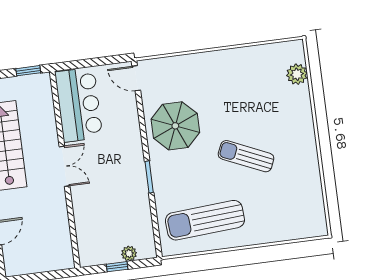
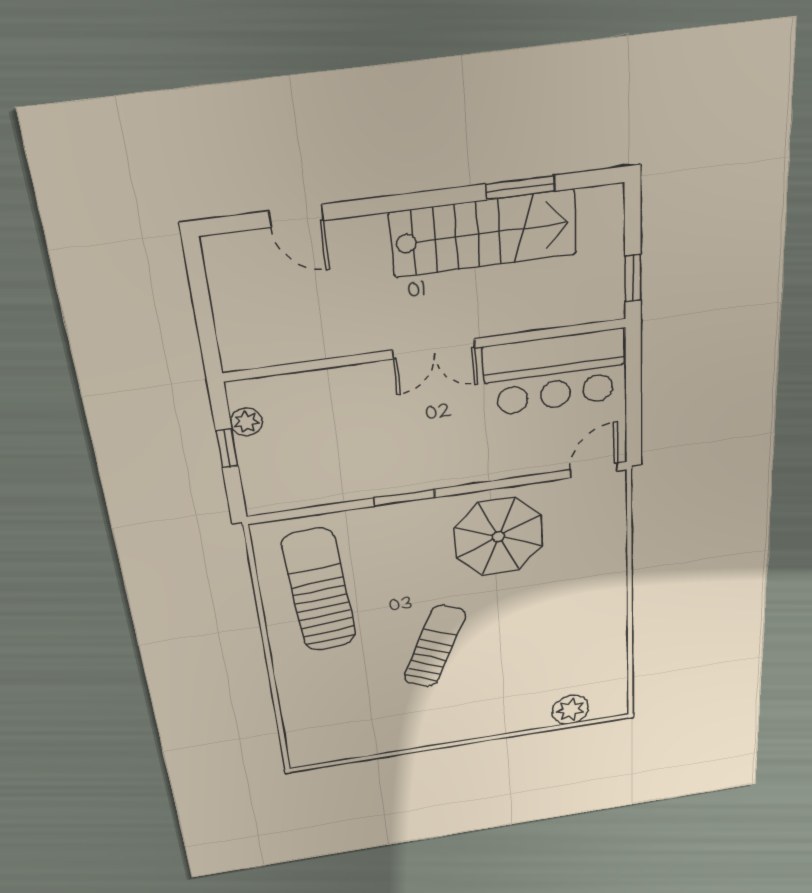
plant: (129, 254) -> (246, 422), moved

